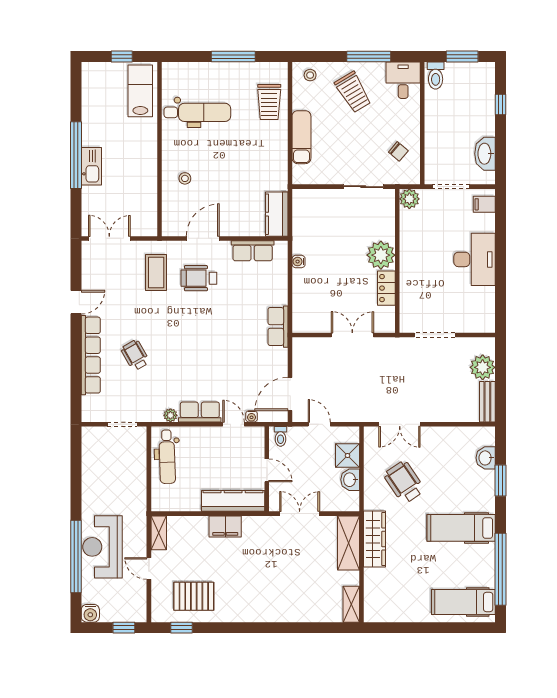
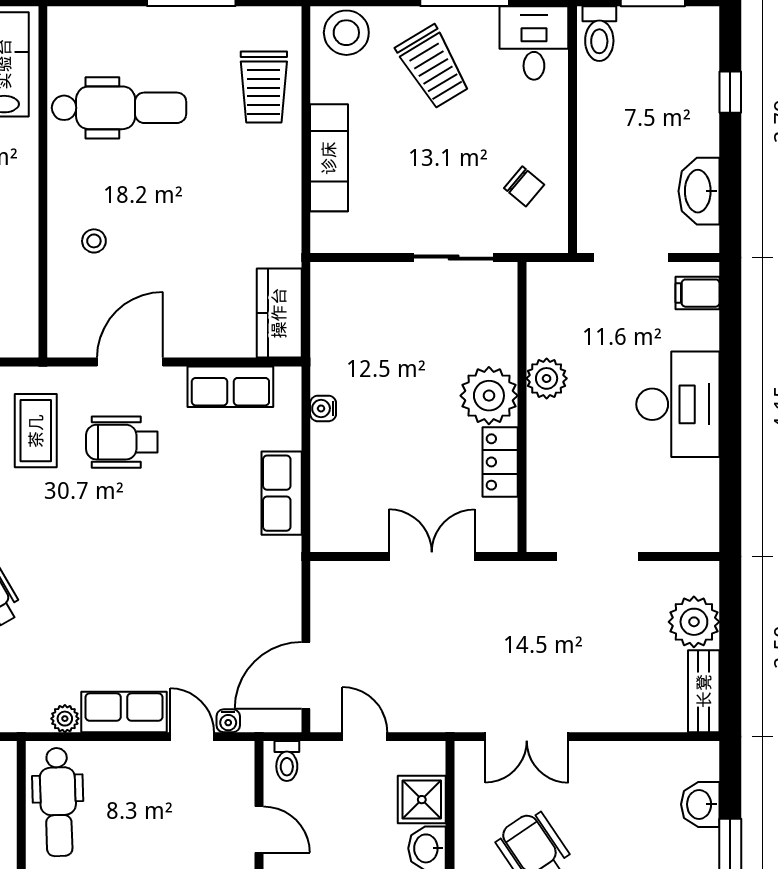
stool: (310, 75) -> (346, 33), width x1.89, depth x1.89
plant: (409, 199) -> (547, 378), moved
row of seats: (278, 327) -> (282, 493), moved

